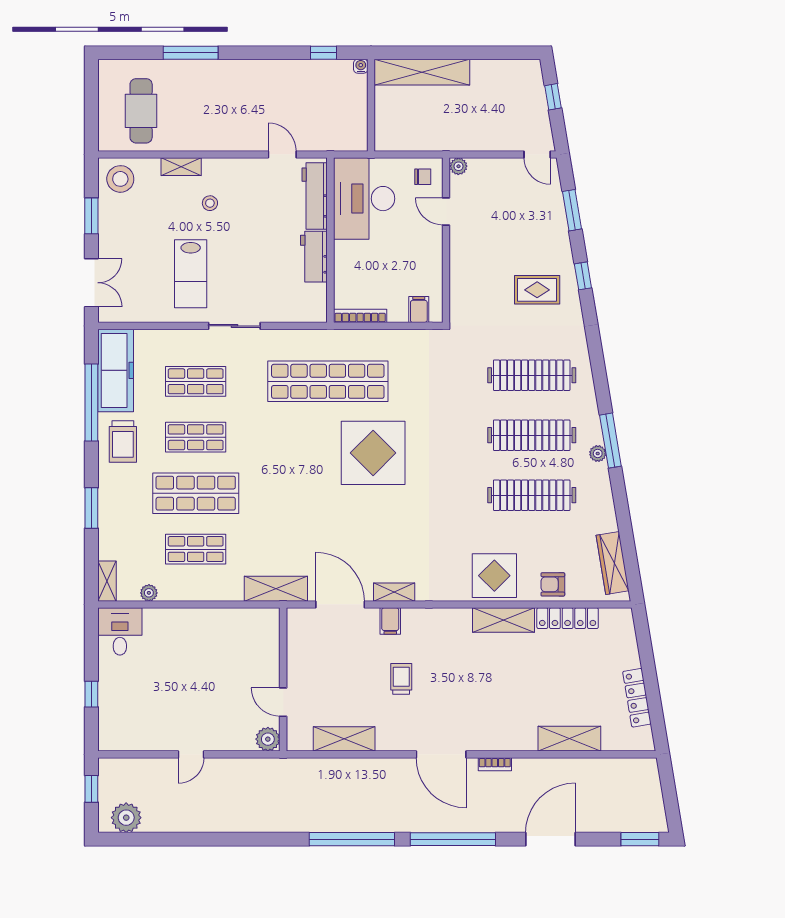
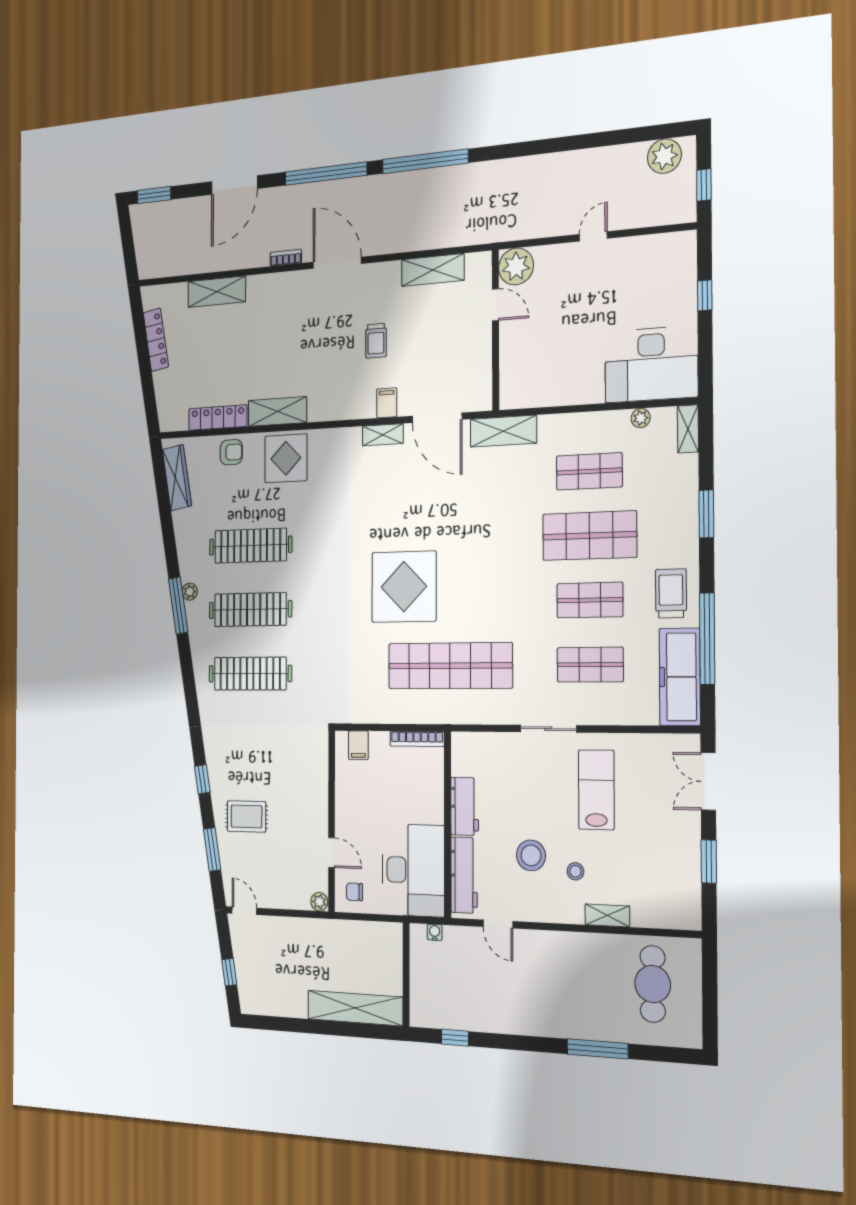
water cooler: (361, 66) -> (435, 932), moved, turned 180
stool: (120, 179) -> (531, 855), moved
rug: (537, 290) -> (247, 816), moved
desk: (120, 631) -> (651, 364), width x1.87, depth x1.30
plant: (268, 739) -> (516, 266), width x1.36, depth x1.36

